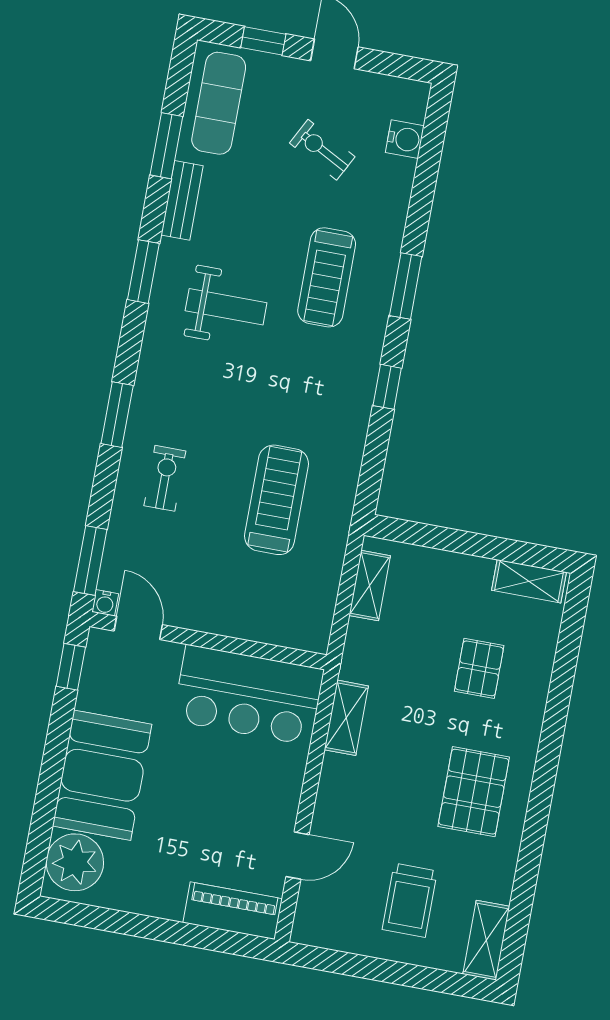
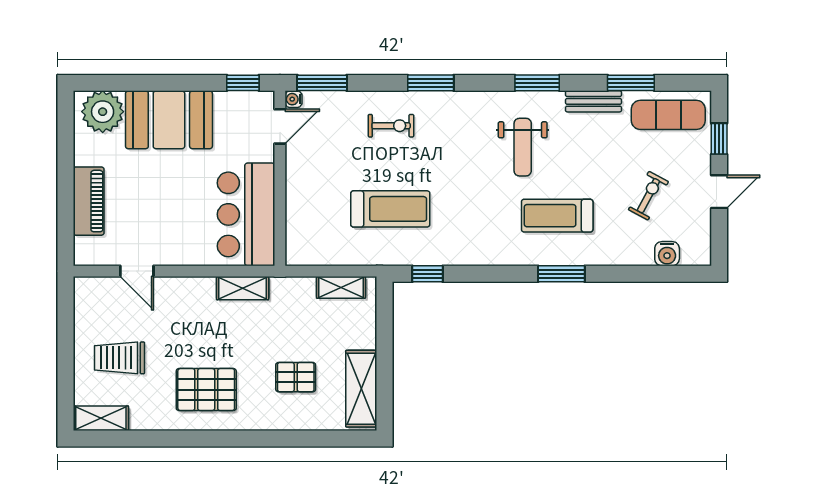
window: (387, 387) -> (428, 274), moved
shelving: (529, 581) -> (361, 389), width x1.50, depth x1.33
piano: (233, 911) -> (89, 201), moved

